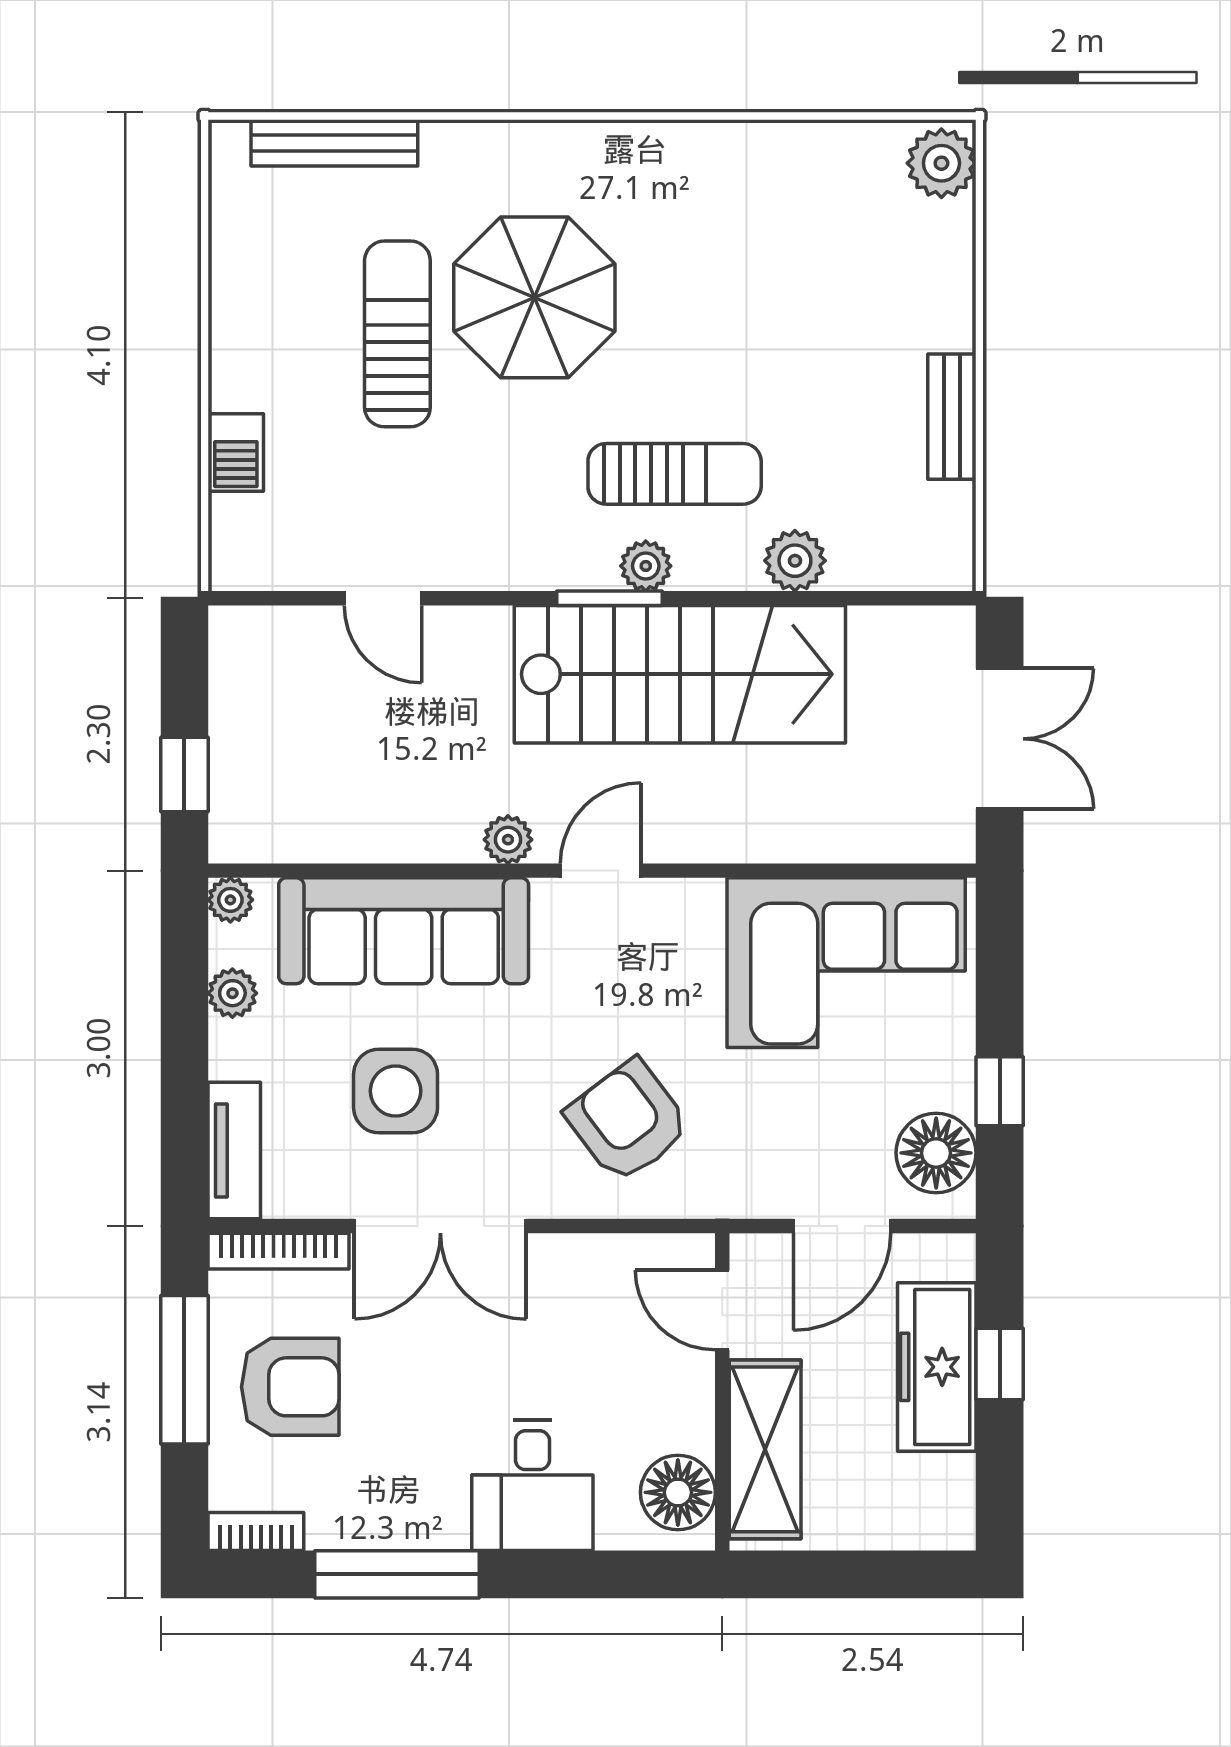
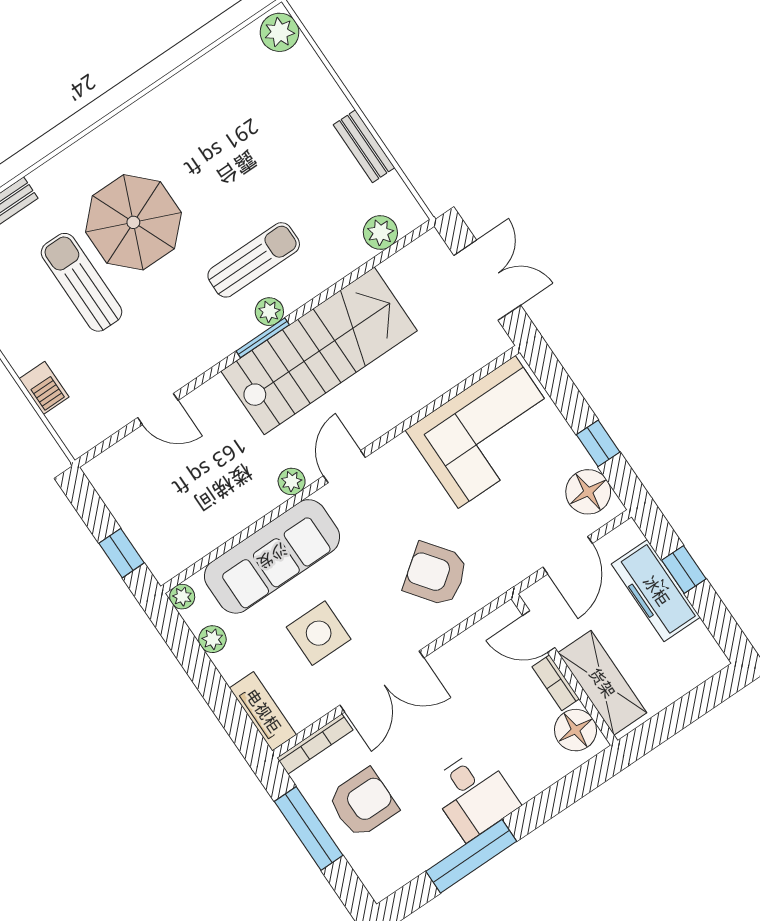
plant: (795, 561) -> (380, 233), moved
desk: (532, 1485) -> (474, 794), moved
bookcase: (256, 1532) -> (556, 683), moved, turned -90

